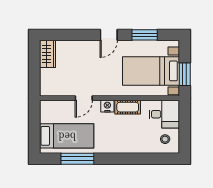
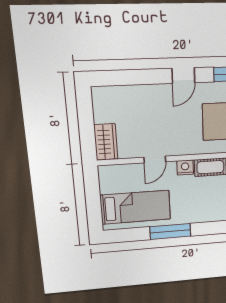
wardrobe: (48, 54) -> (106, 142), moved
window: (77, 159) -> (170, 231), moved

